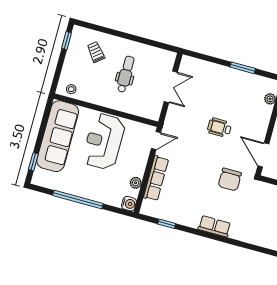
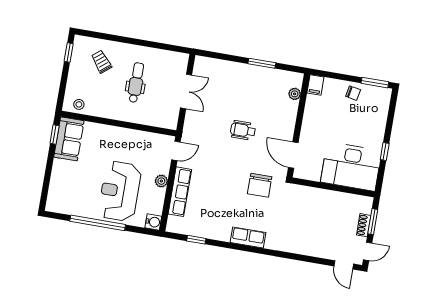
sofa: (58, 136) -> (69, 139), width x0.54, depth x0.79
reception desk: (104, 142) -> (120, 191), moved
window: (33, 162) -> (55, 135), moved
plant: (136, 183) -> (161, 181), moved

